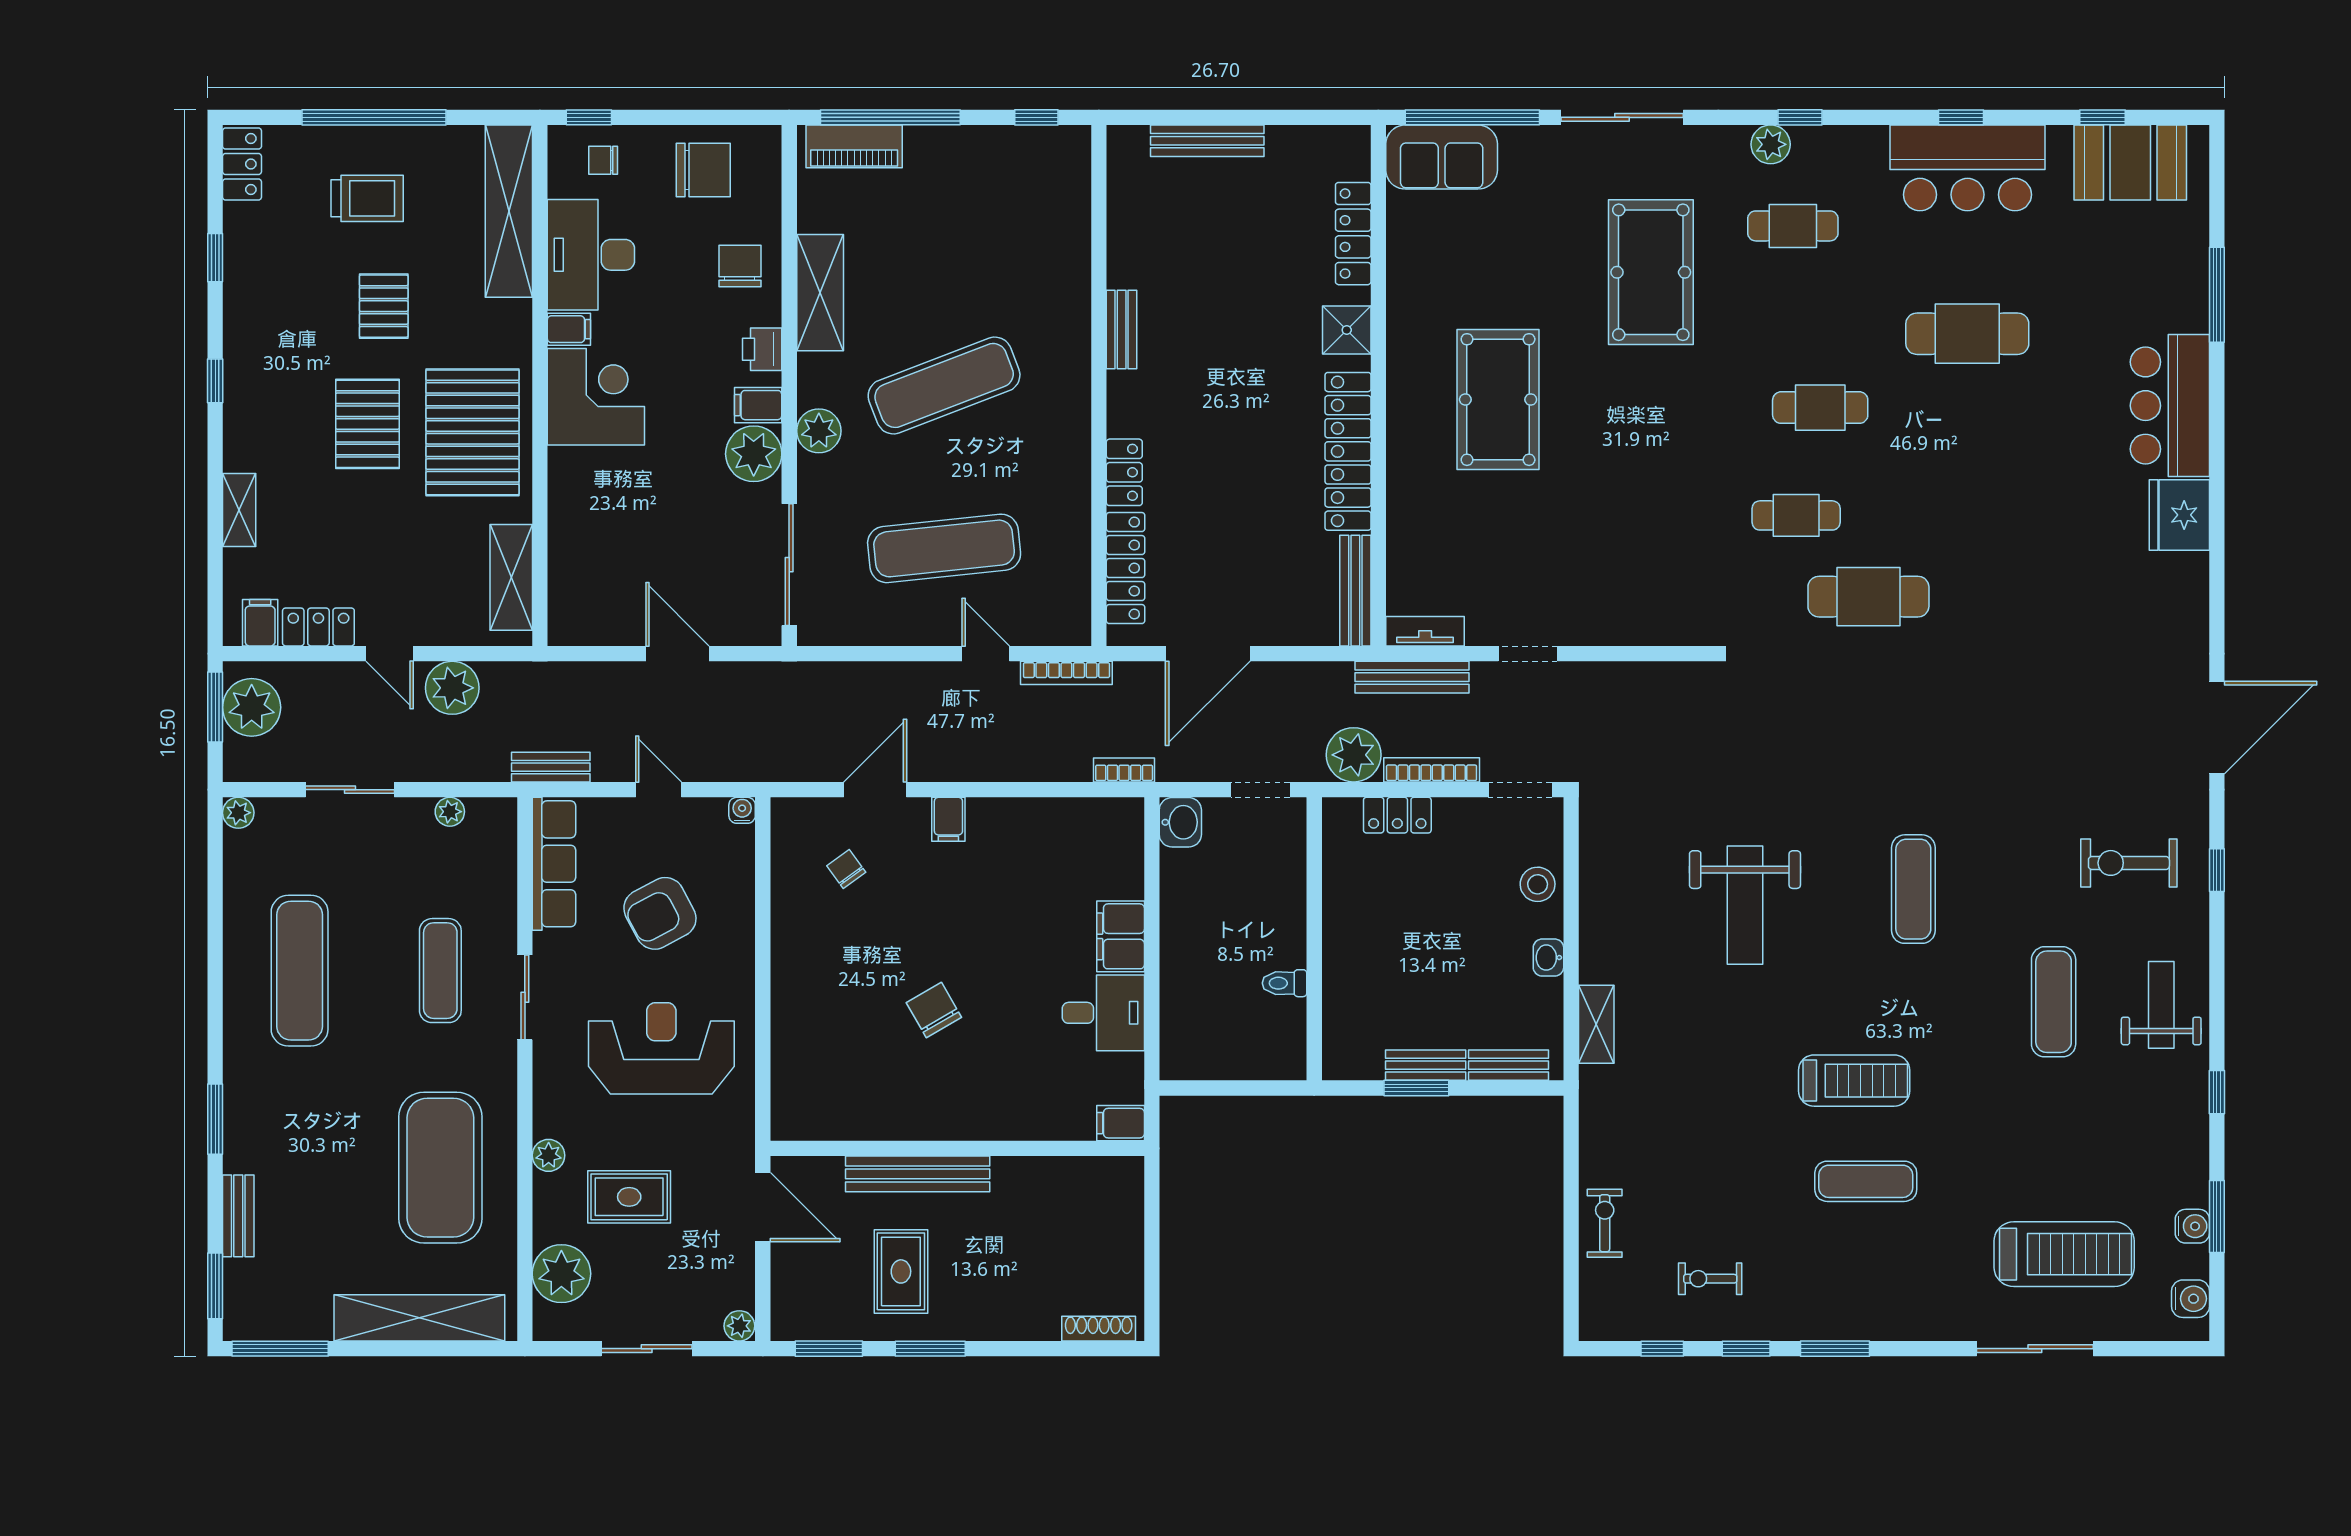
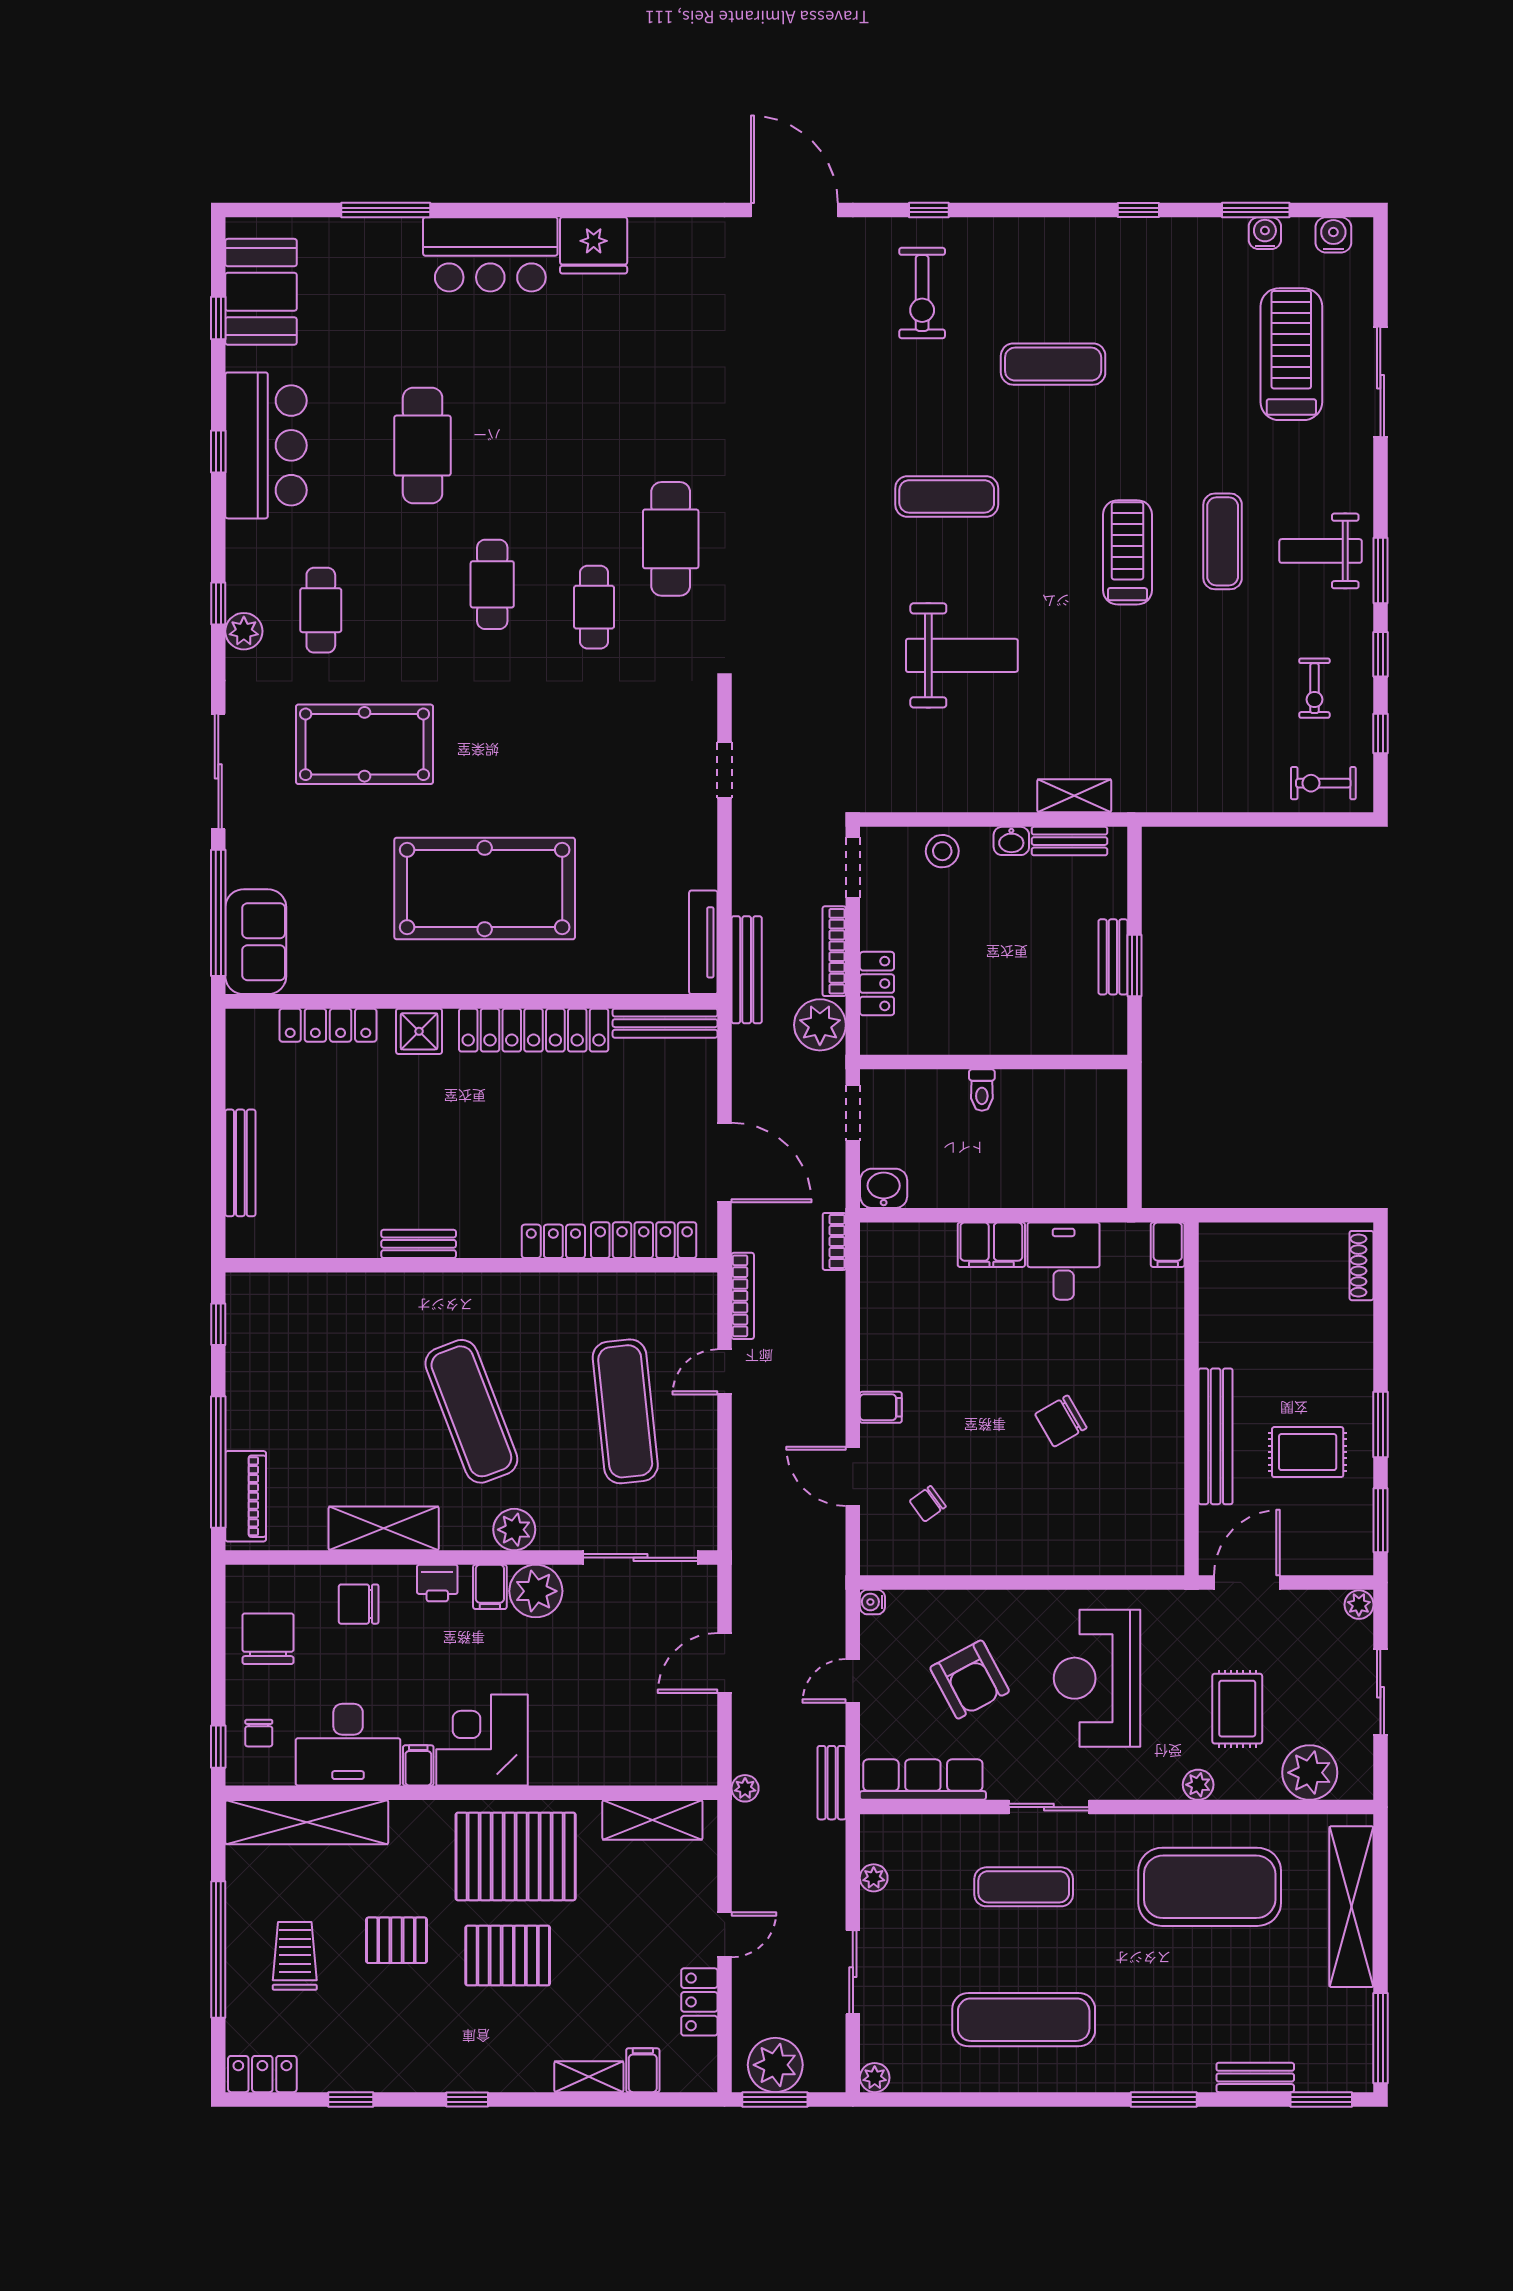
pool table: (1498, 400) -> (485, 889), width x1.36, depth x1.32
filing cabinet: (260, 623) -> (643, 2070), moved, turned 90
tv unit: (1425, 631) -> (703, 942), width x1.41
doorway: (1528, 654) -> (725, 770), moved
plant: (452, 688) -> (745, 1788), moved, width x0.53, depth x0.53
toilet: (1284, 983) -> (982, 1090), moved
weight bench: (2161, 1005) -> (1321, 551), moved
bench: (1508, 1065) -> (1070, 841), moved, turned 90
exercise bike: (1605, 1223) -> (1323, 783), moved

